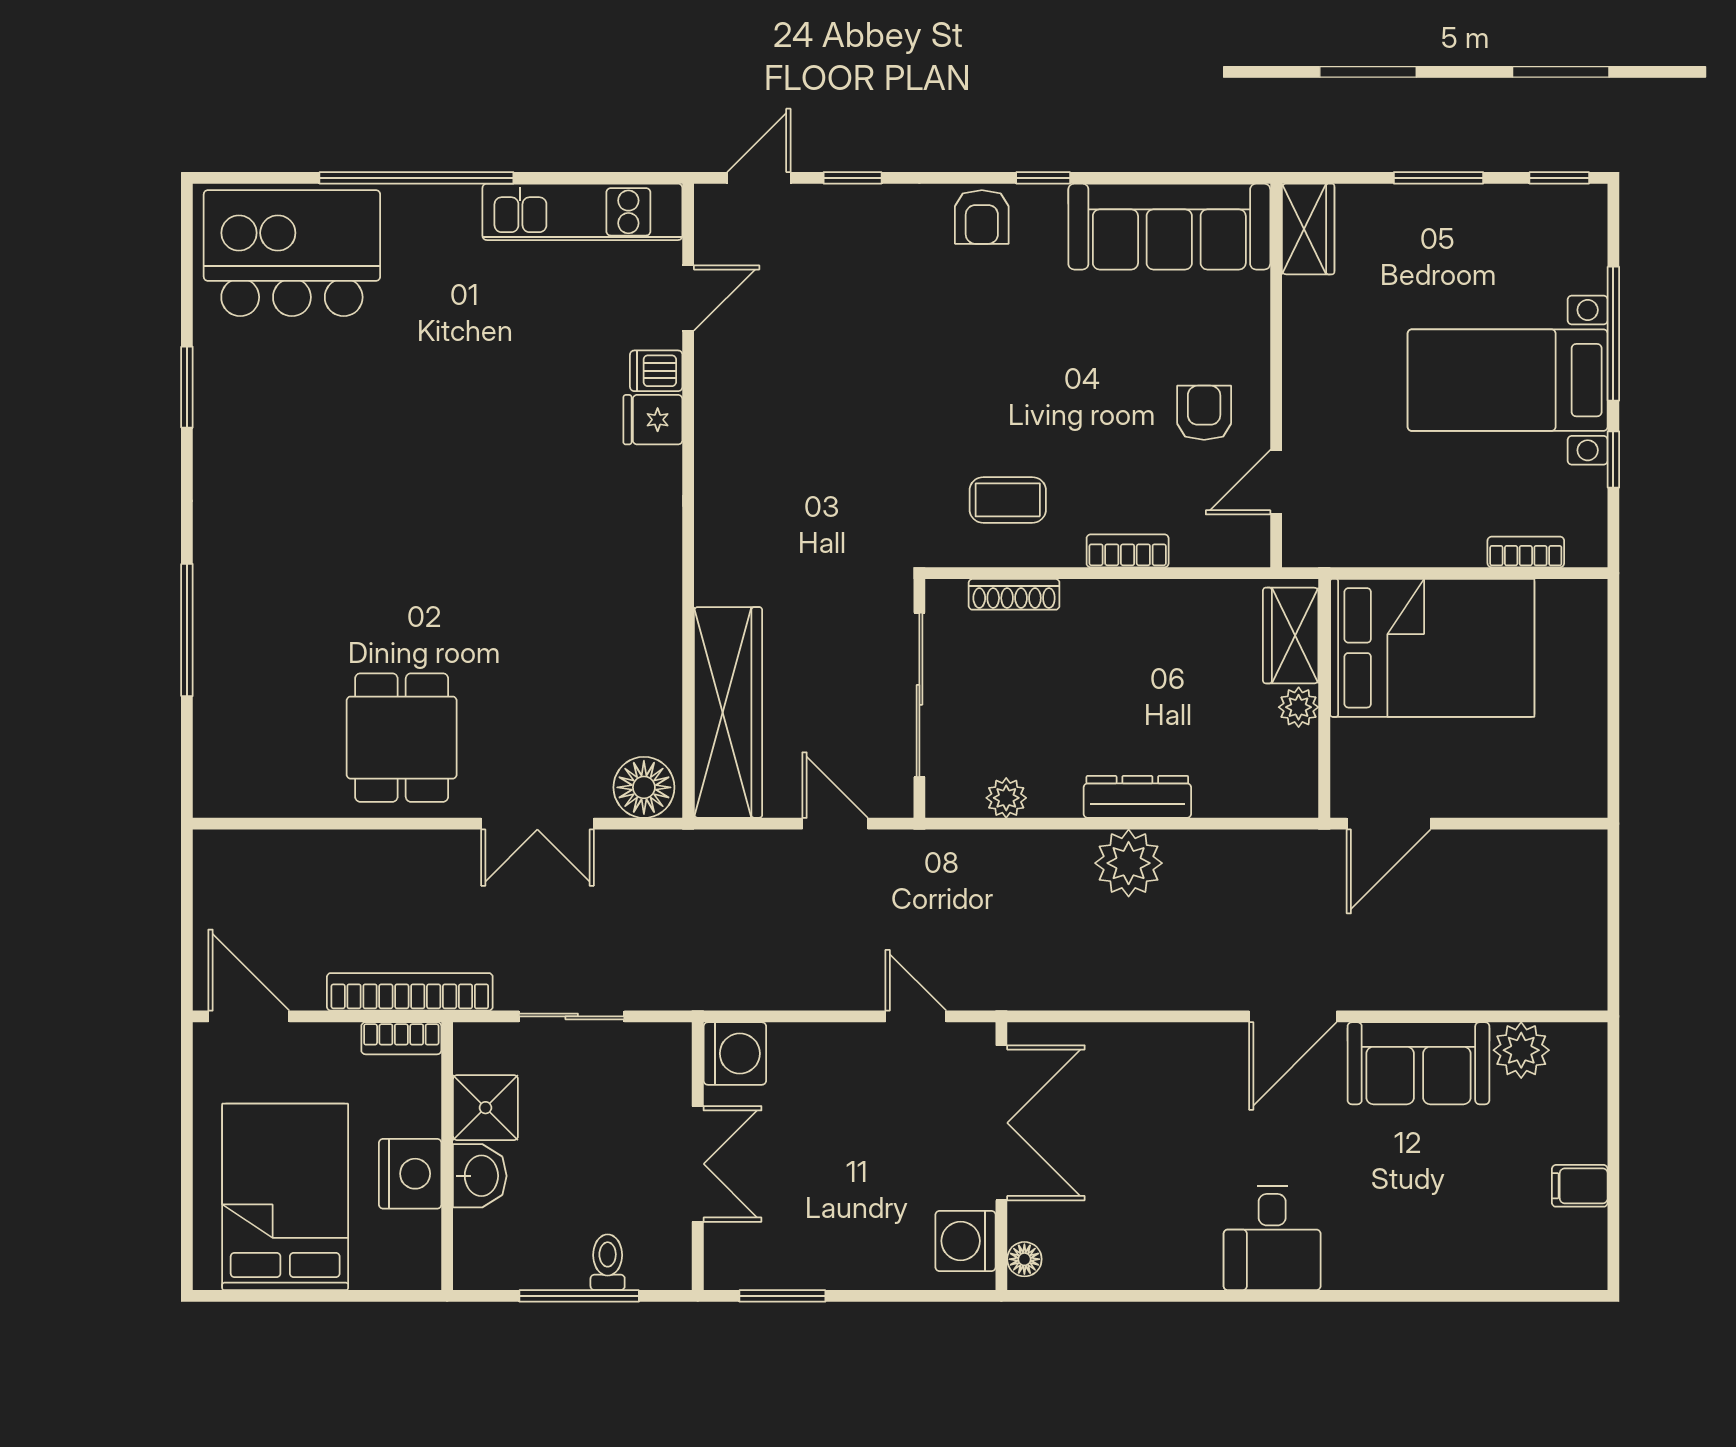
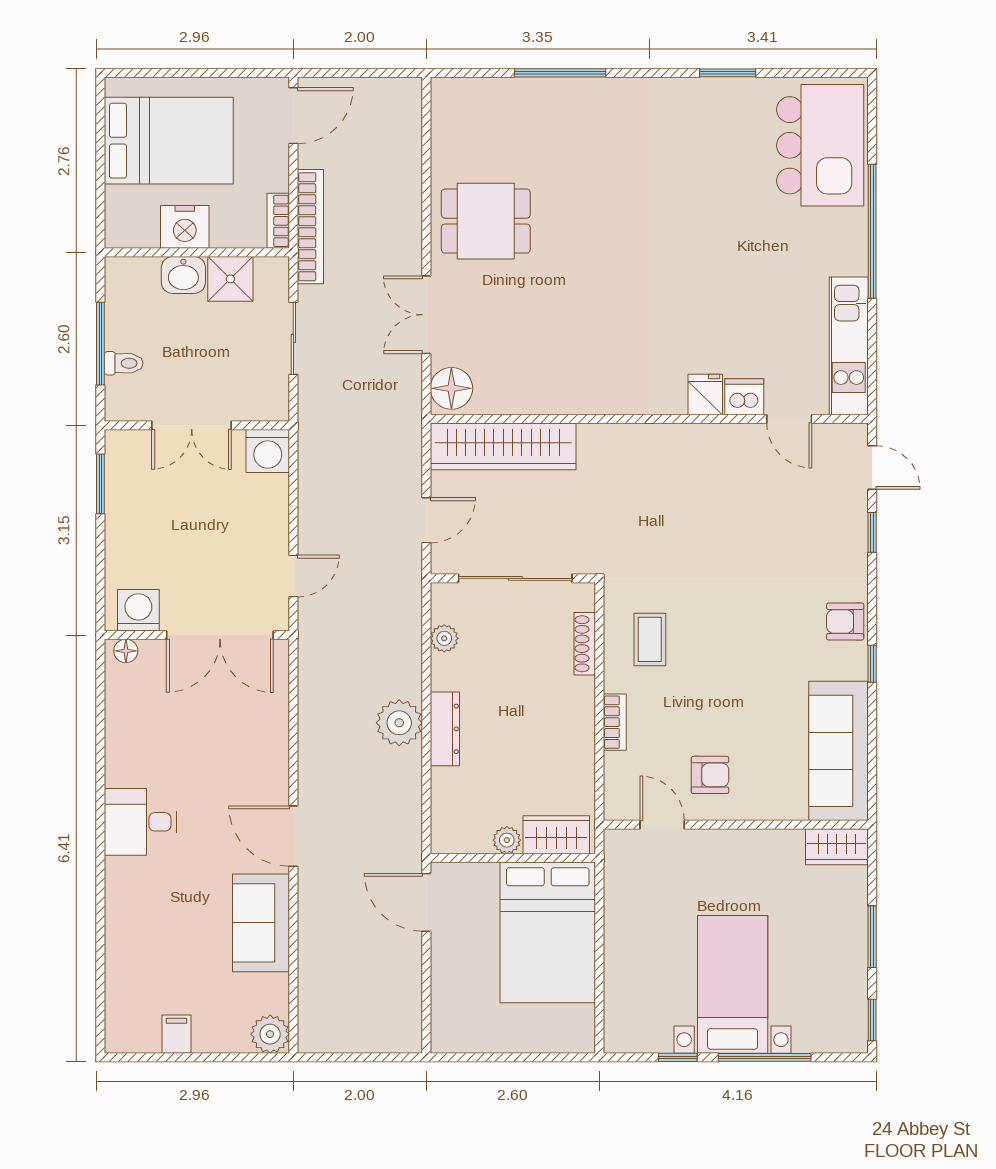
dishwasher: (656, 371) -> (744, 397), width x1.38
bookcase: (1526, 552) -> (614, 997), removed
plant: (1521, 1050) -> (270, 1034), moved

